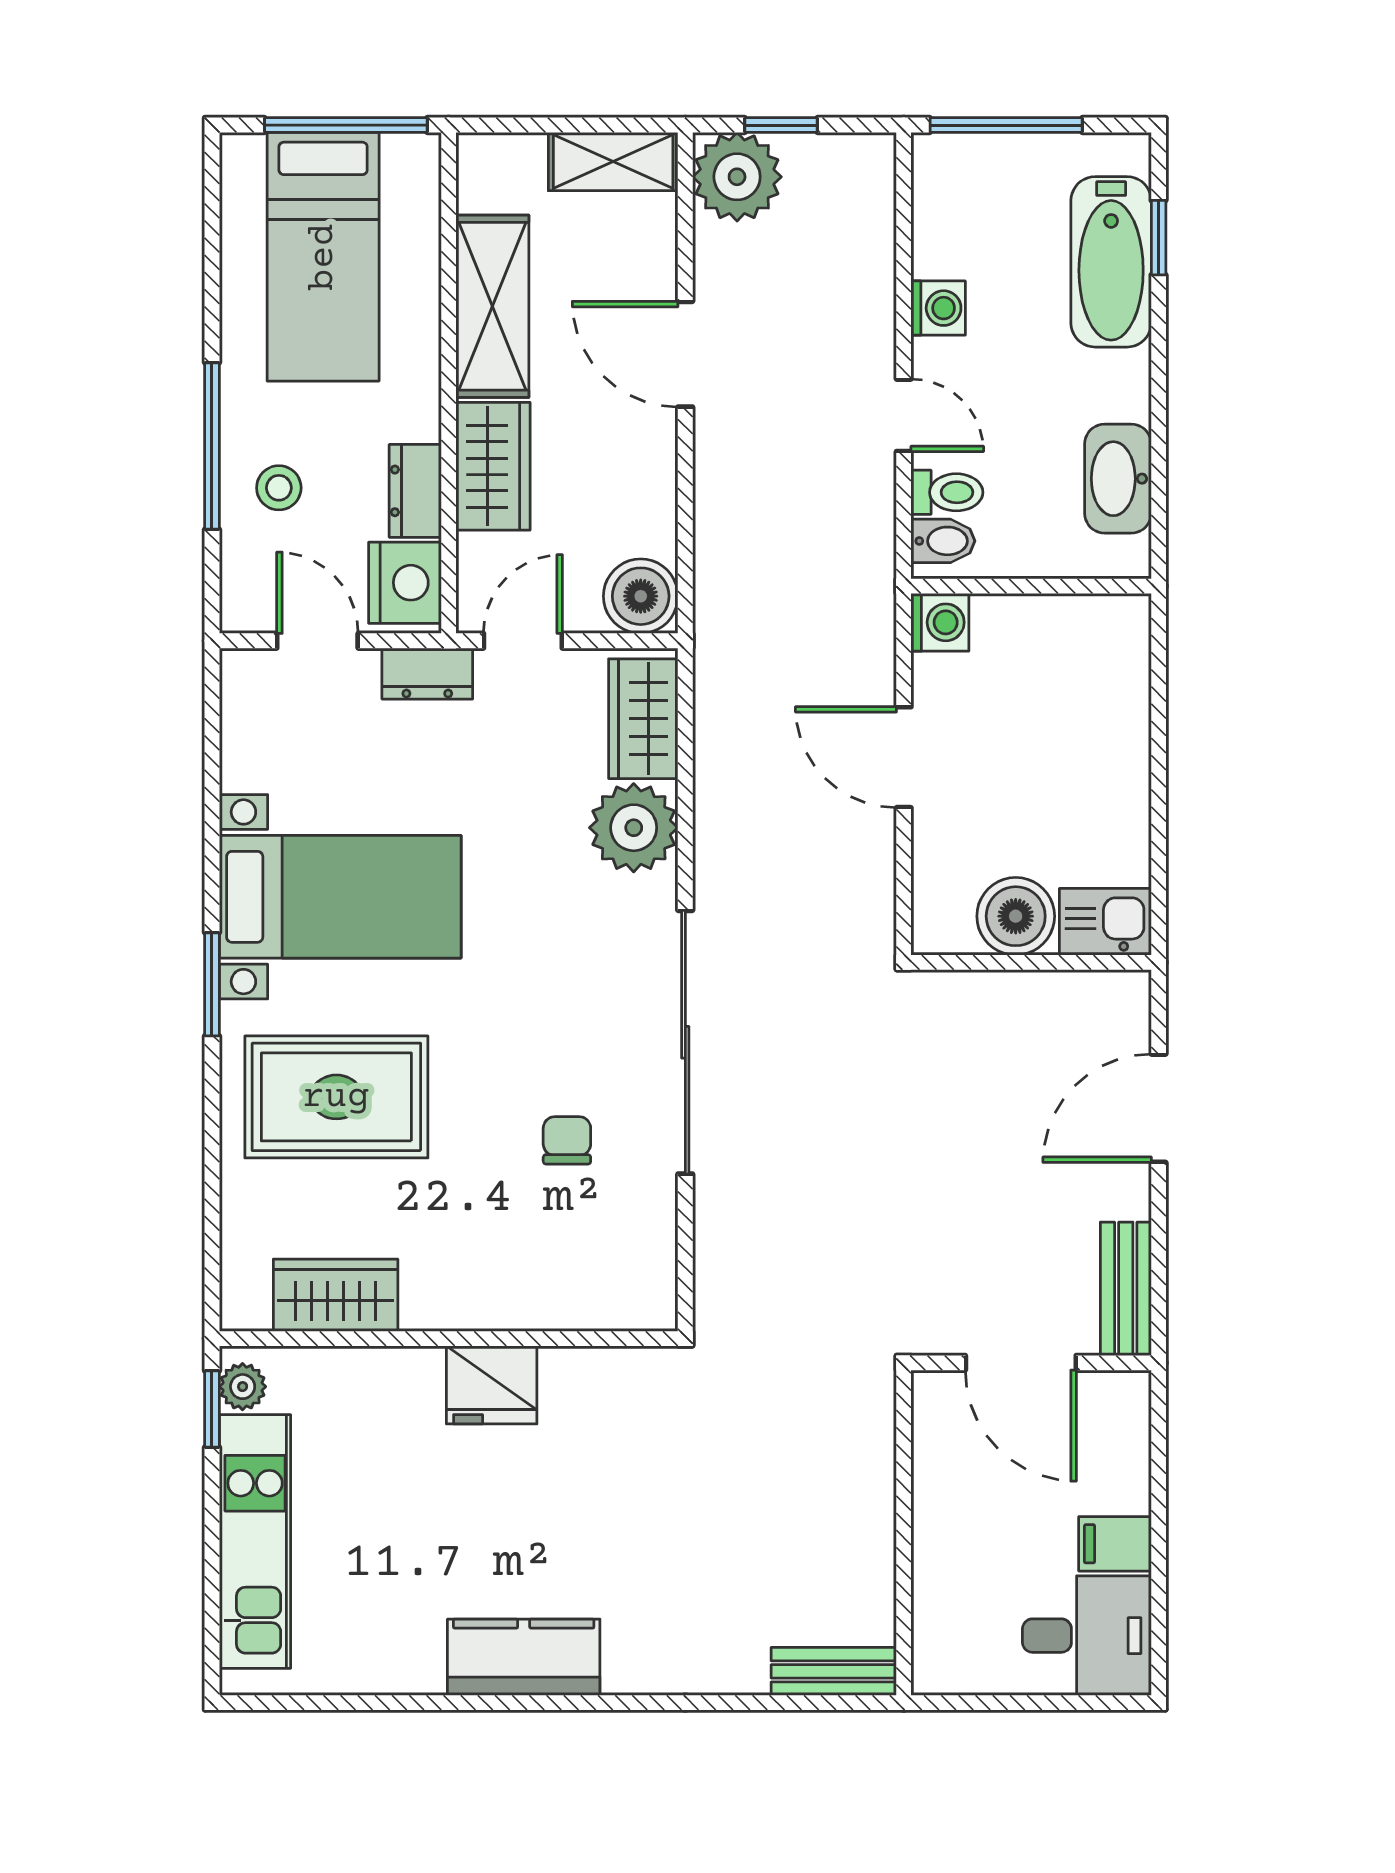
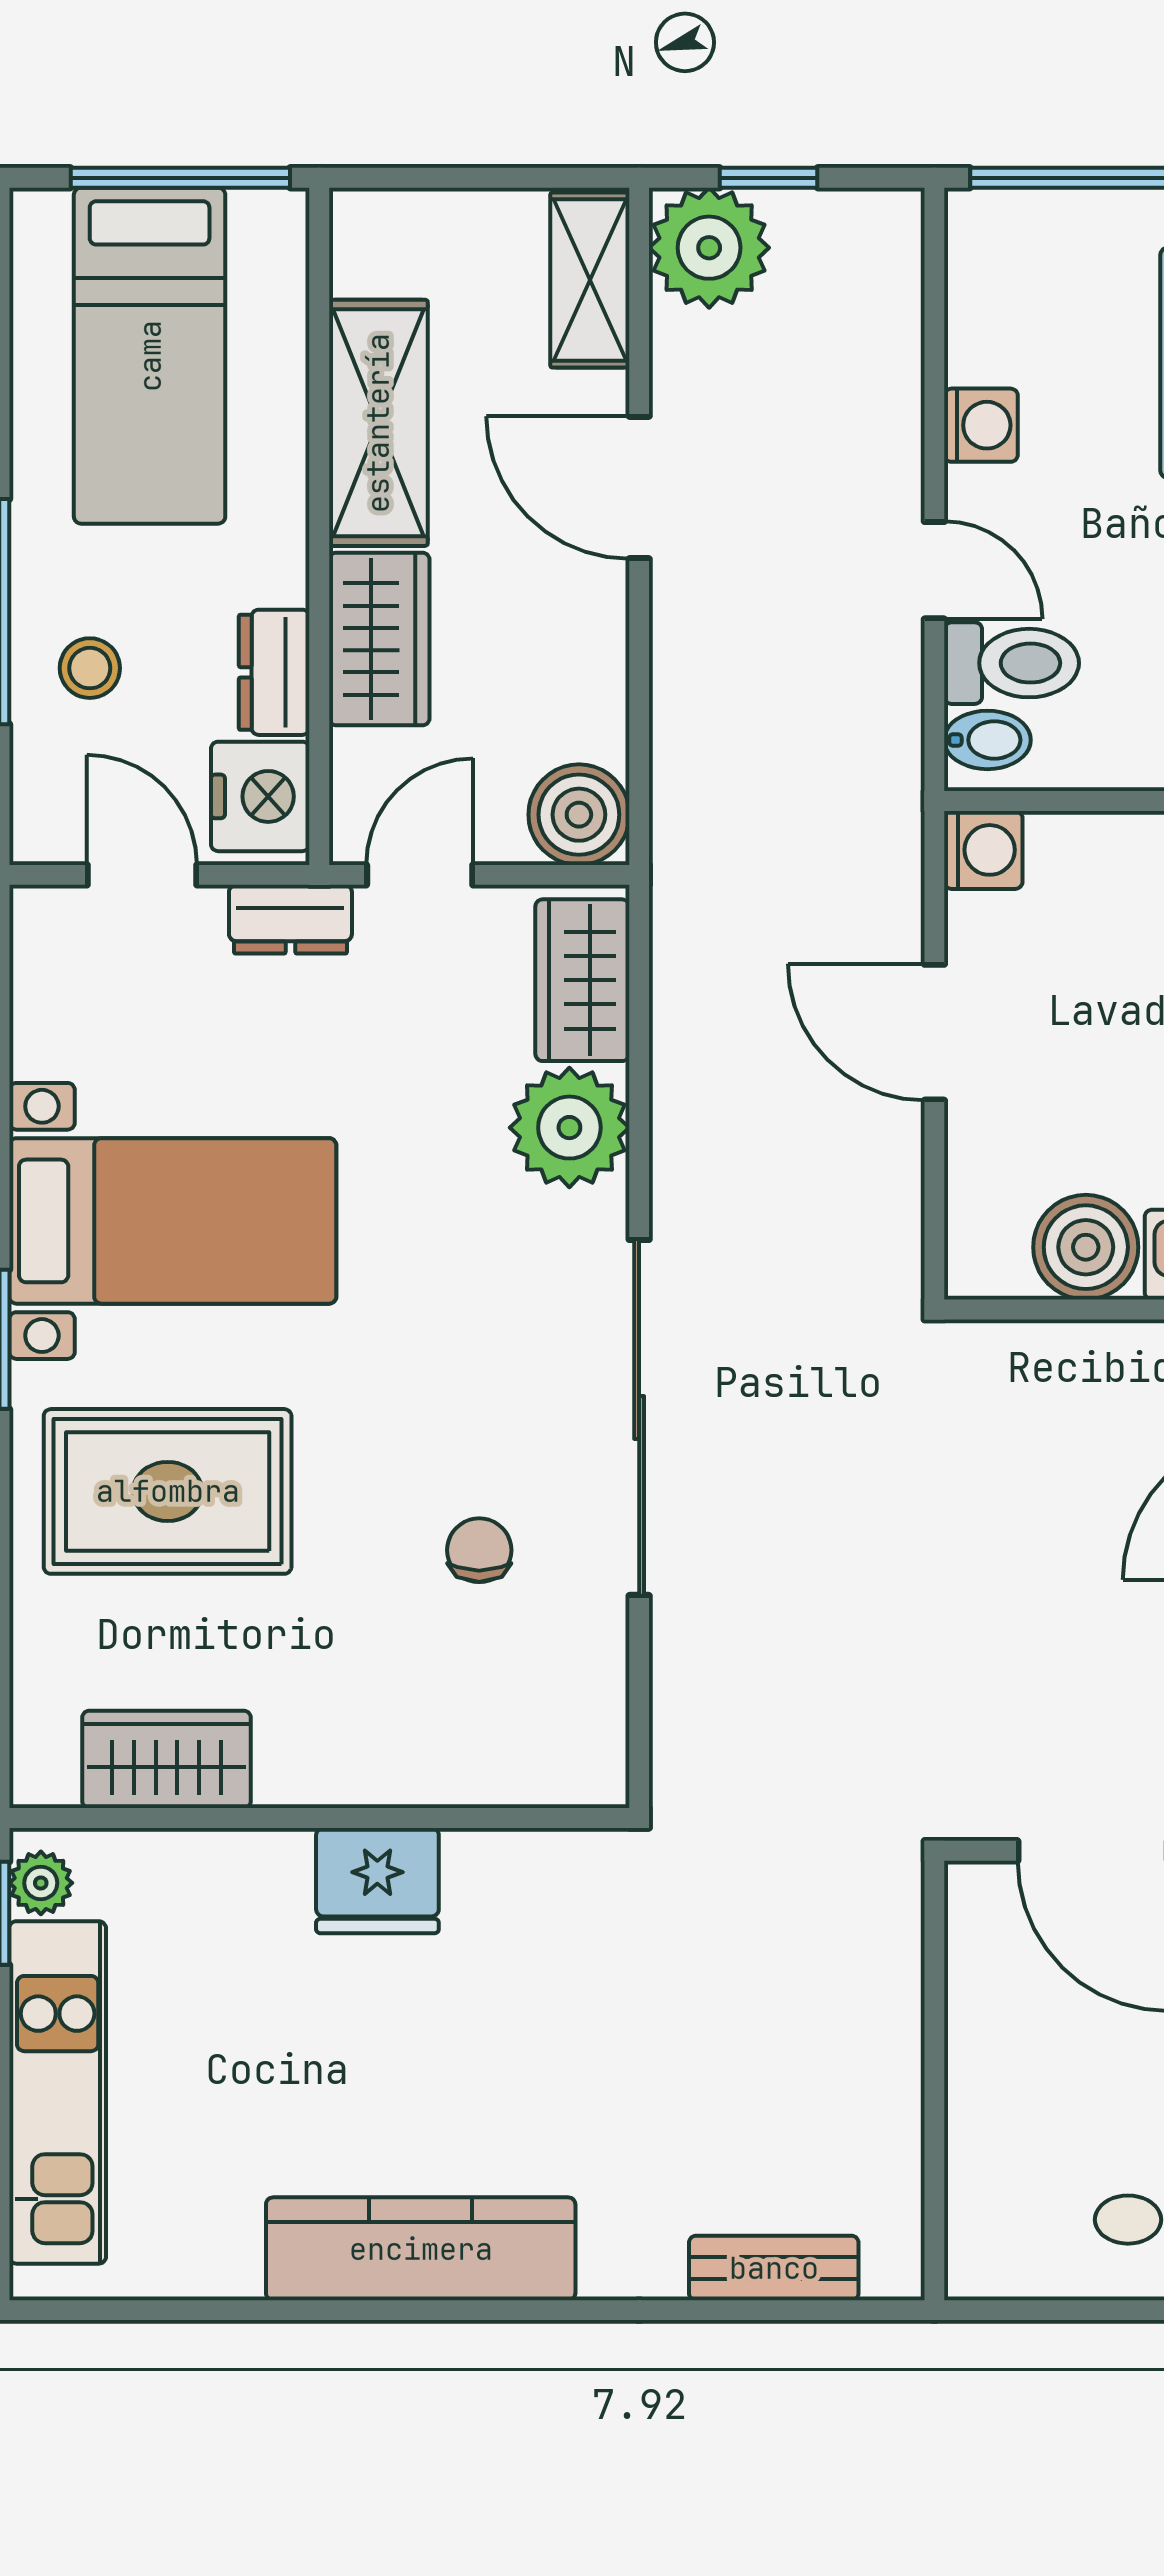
shelving: (613, 161) -> (590, 280), moved, turned 90
toilet: (947, 492) -> (1012, 663), width x1.37, depth x1.39
kitchen counter: (524, 1657) -> (421, 2249), width x1.50
bench: (834, 1671) -> (774, 2268), moved

